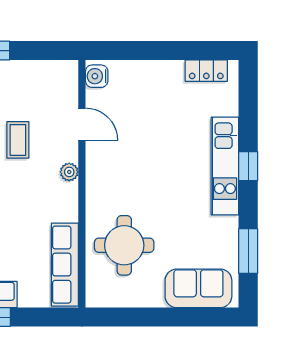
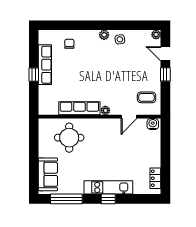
coffee table: (18, 140) -> (147, 97), moved
window: (248, 251) -> (66, 199), width x1.44
row of seats: (65, 265) -> (79, 108), moved

